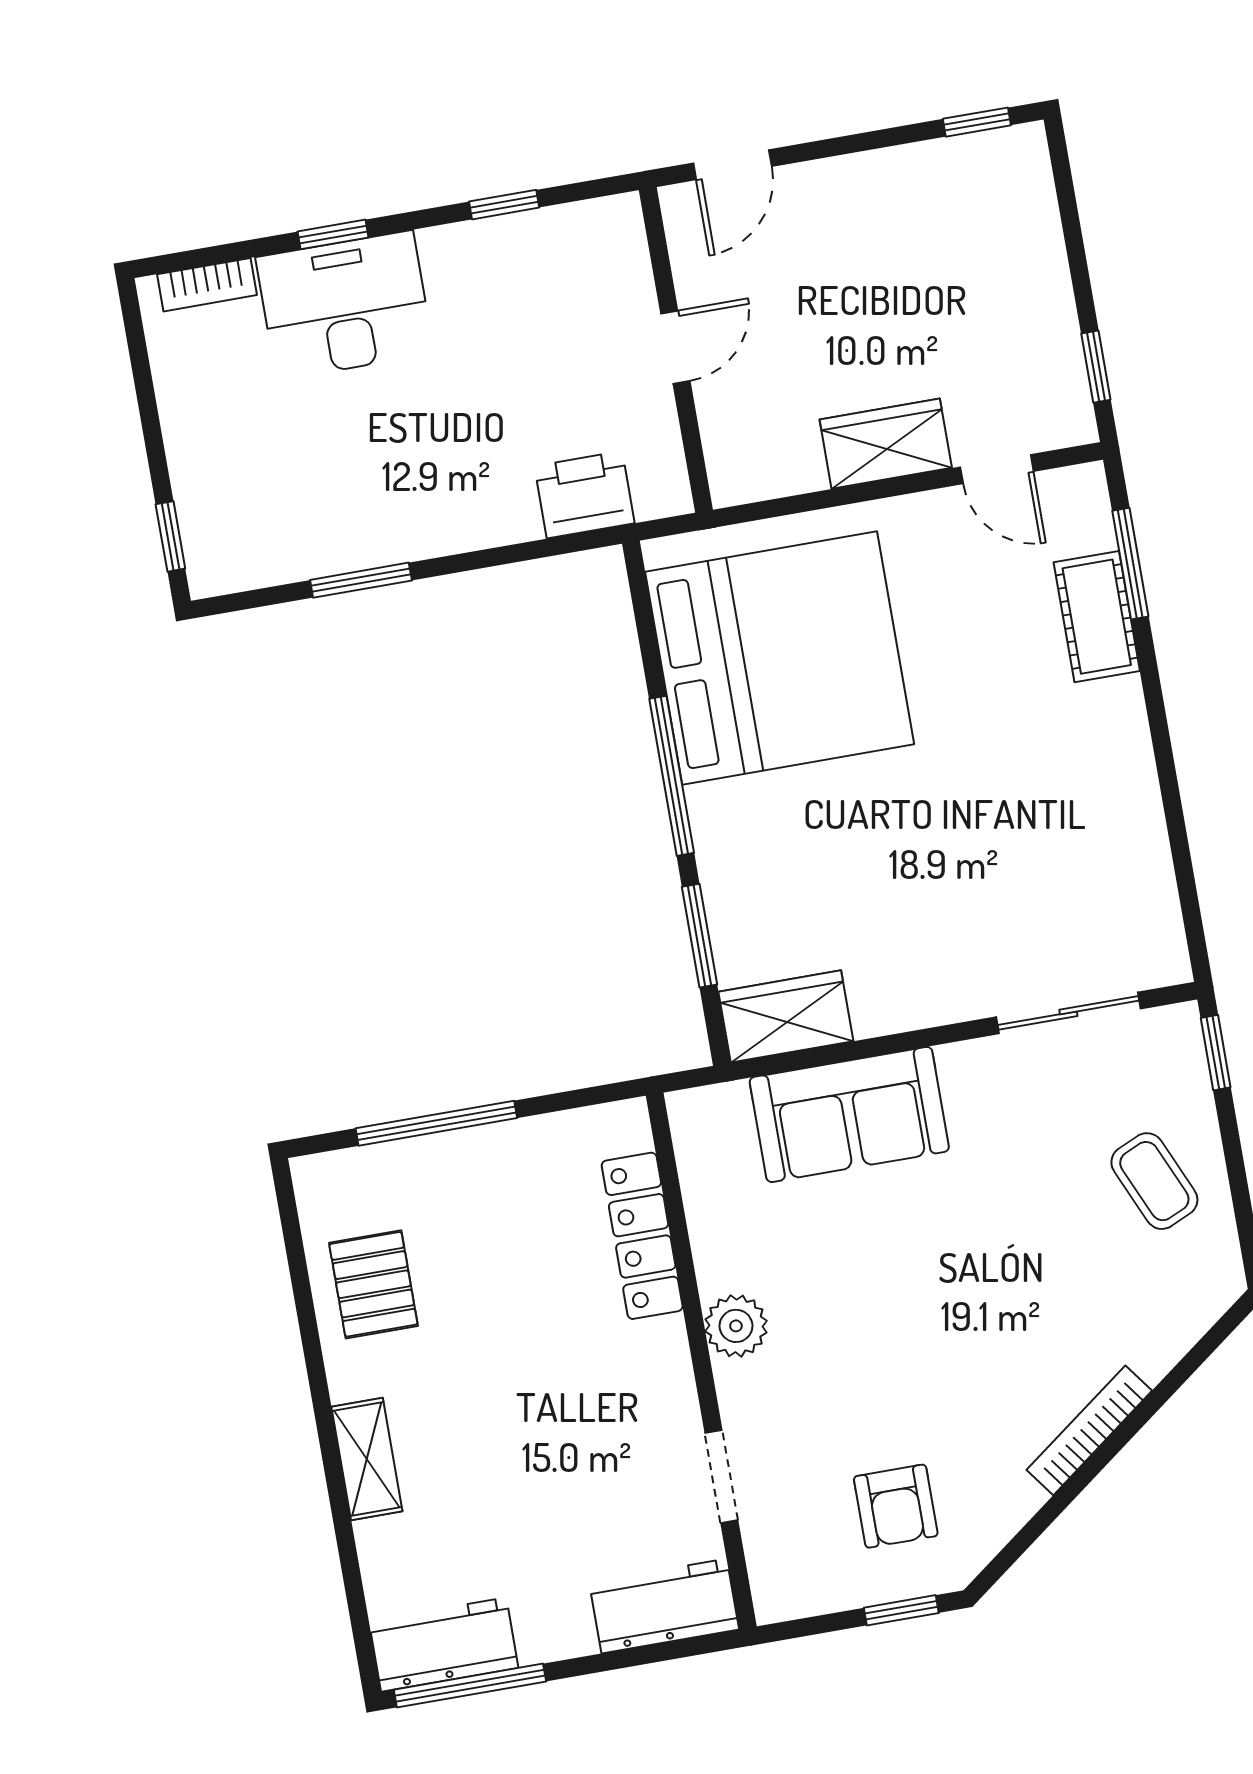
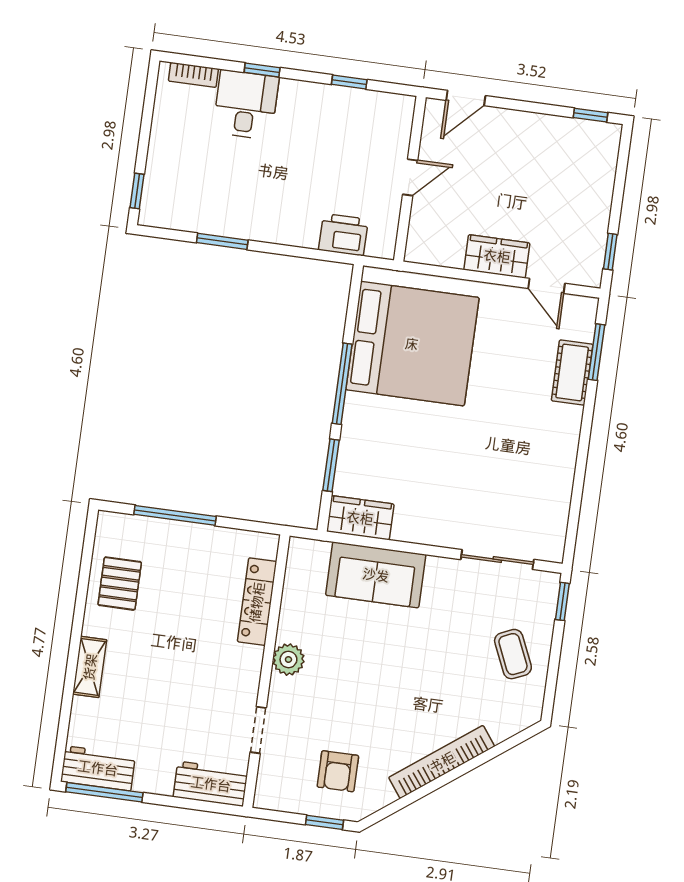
desk: (345, 305) -> (246, 105), width x0.73
bookcase: (1089, 1430) -> (442, 762), width x1.48, depth x1.31

